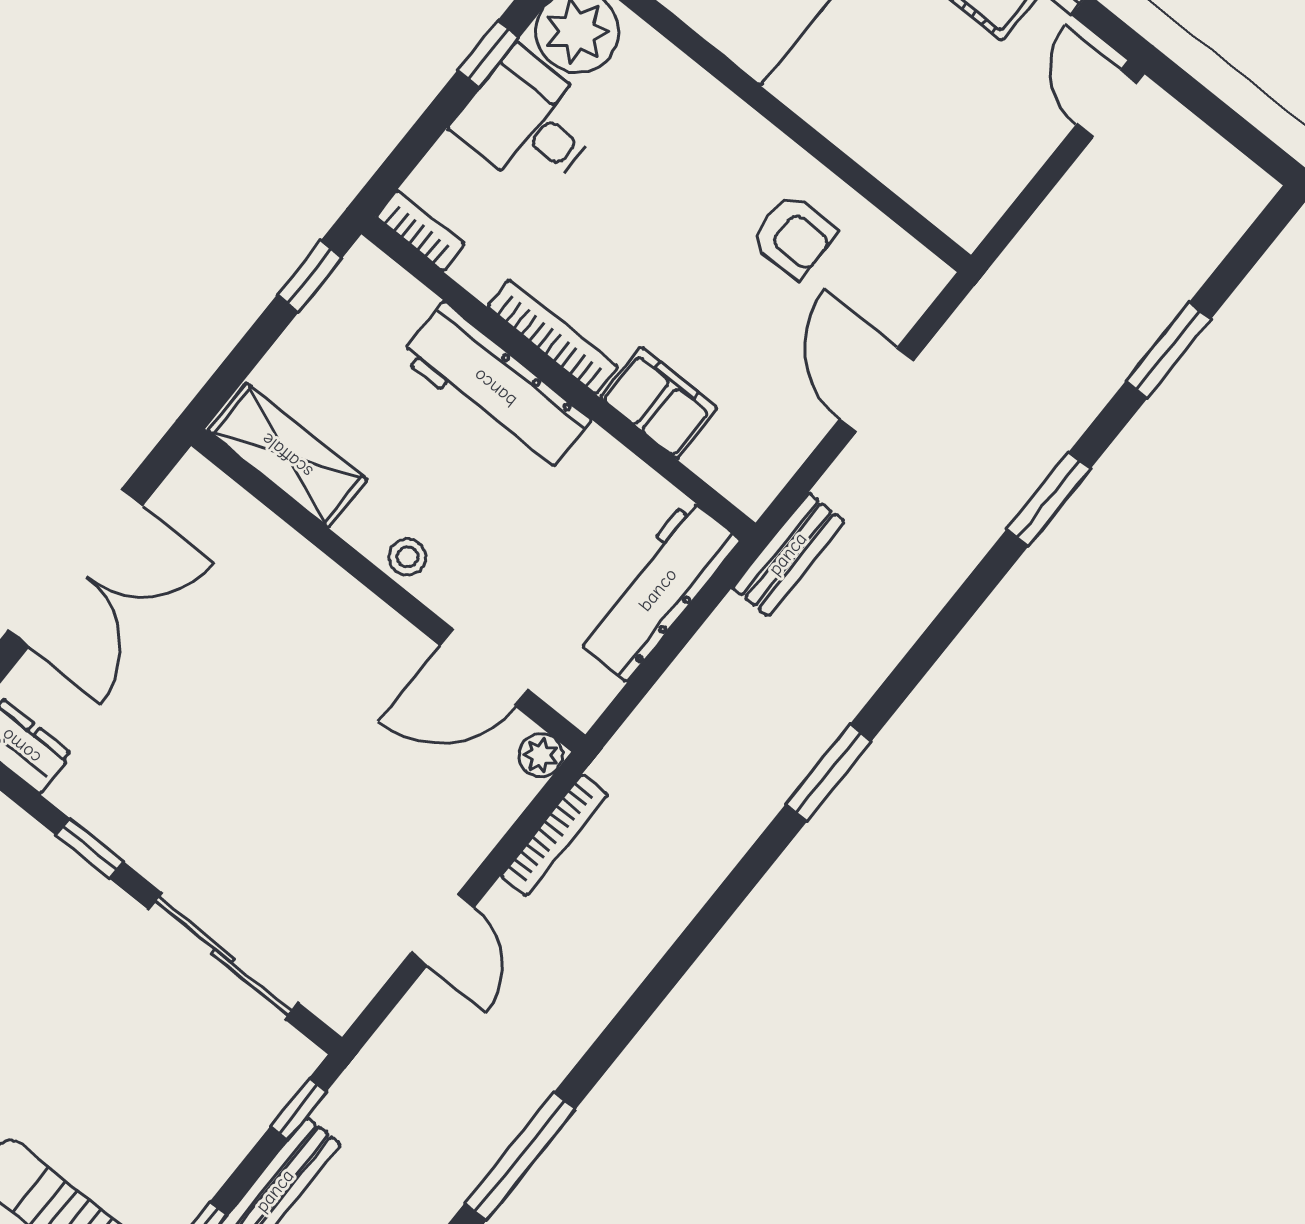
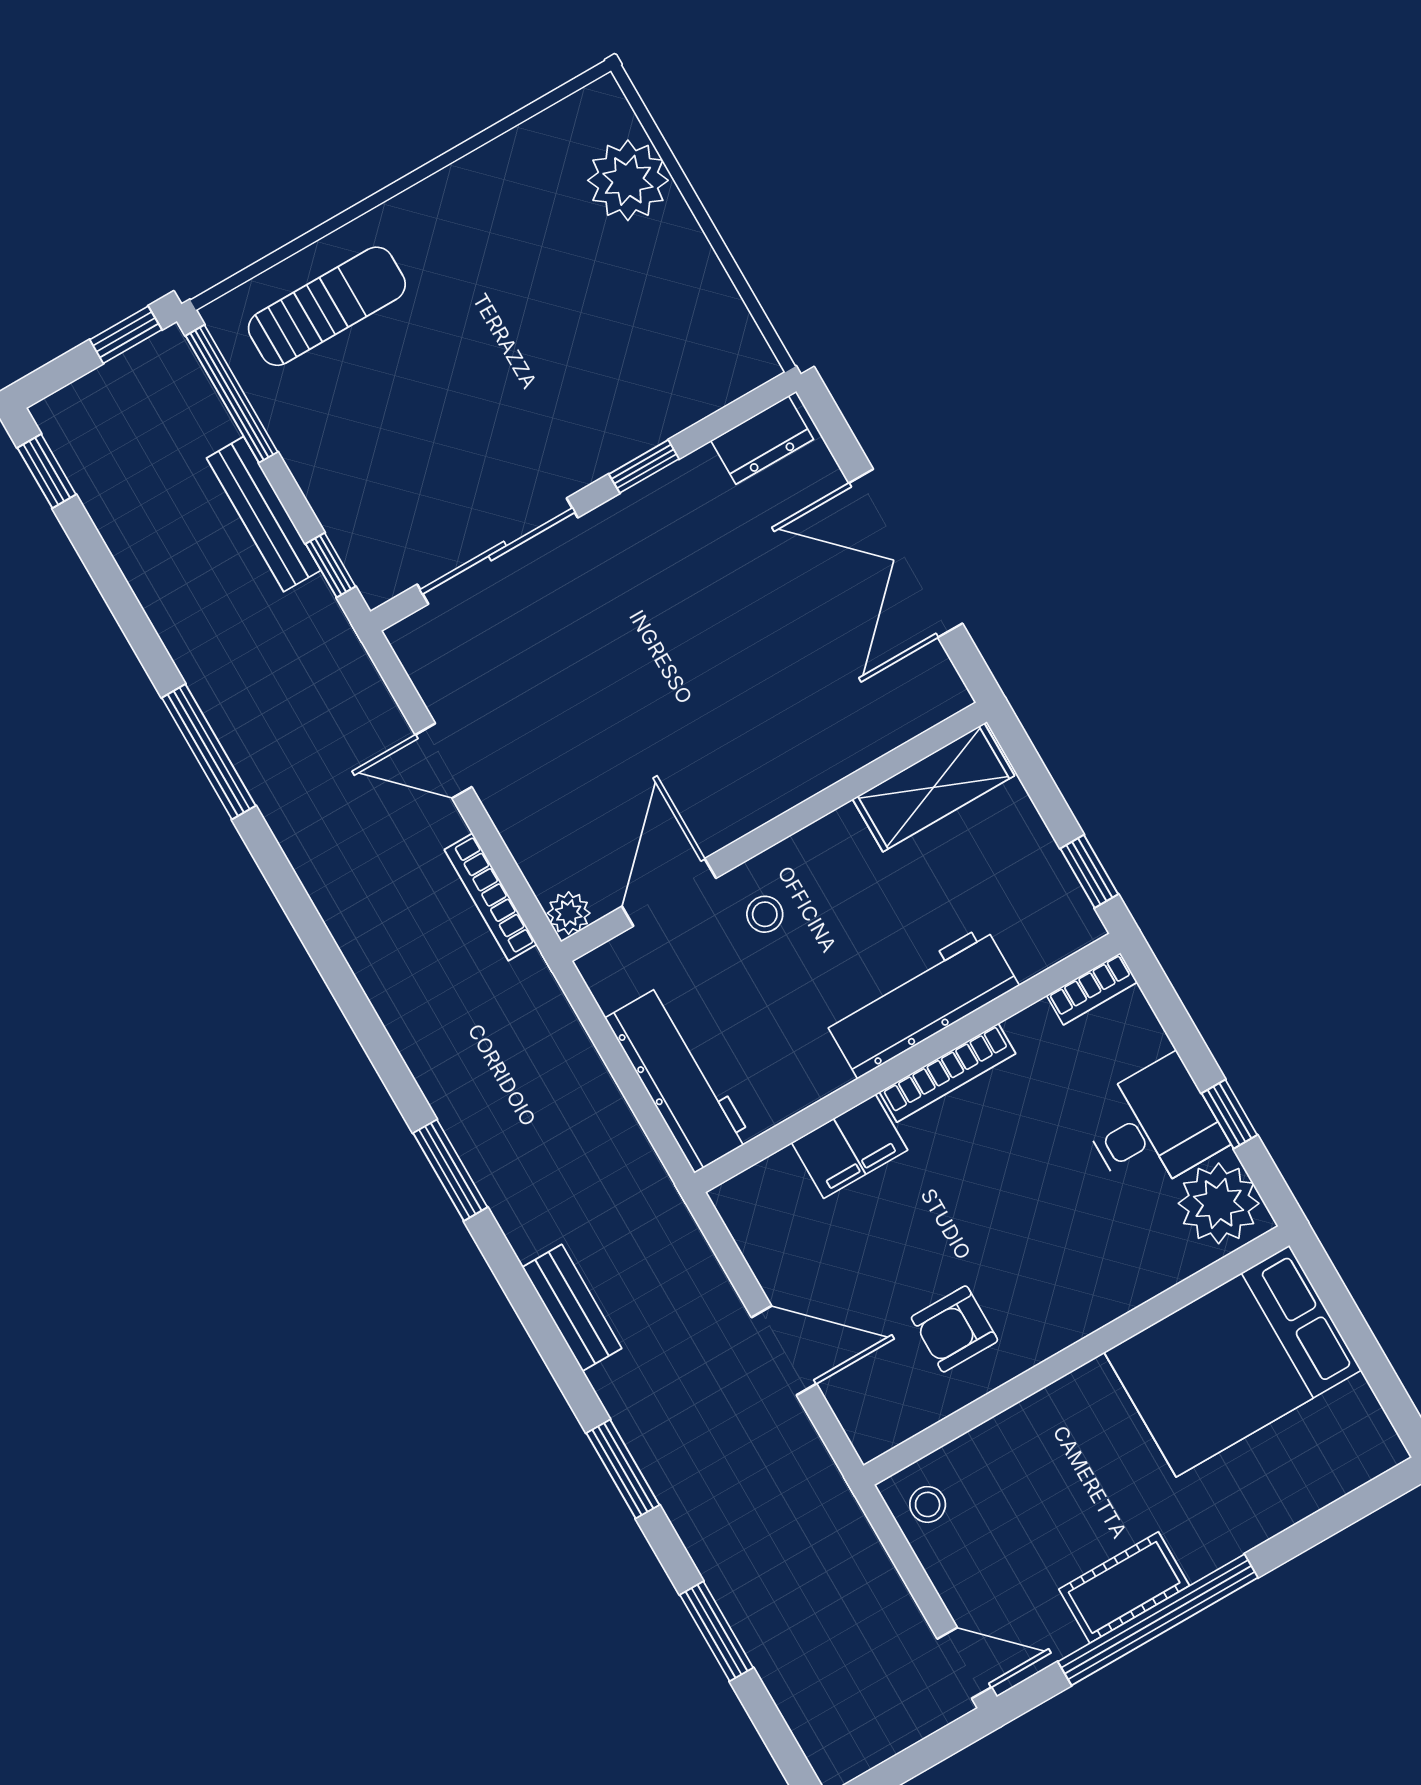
stool: (970, 197) -> (928, 1504), added
bench: (788, 554) -> (572, 1308), moved
stool: (407, 557) -> (765, 914), moved

